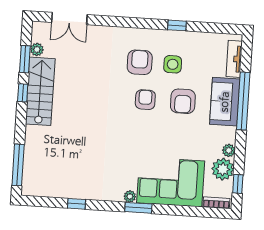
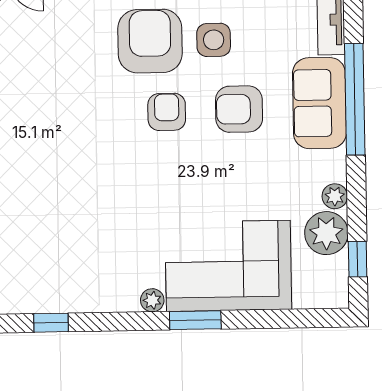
armchair: (140, 62) -> (150, 41), width x1.36, depth x1.36
armchair: (183, 101) -> (239, 109), turned 90
bookcase: (216, 203) -> (319, 299), removed
window: (138, 208) -> (195, 320), moved

